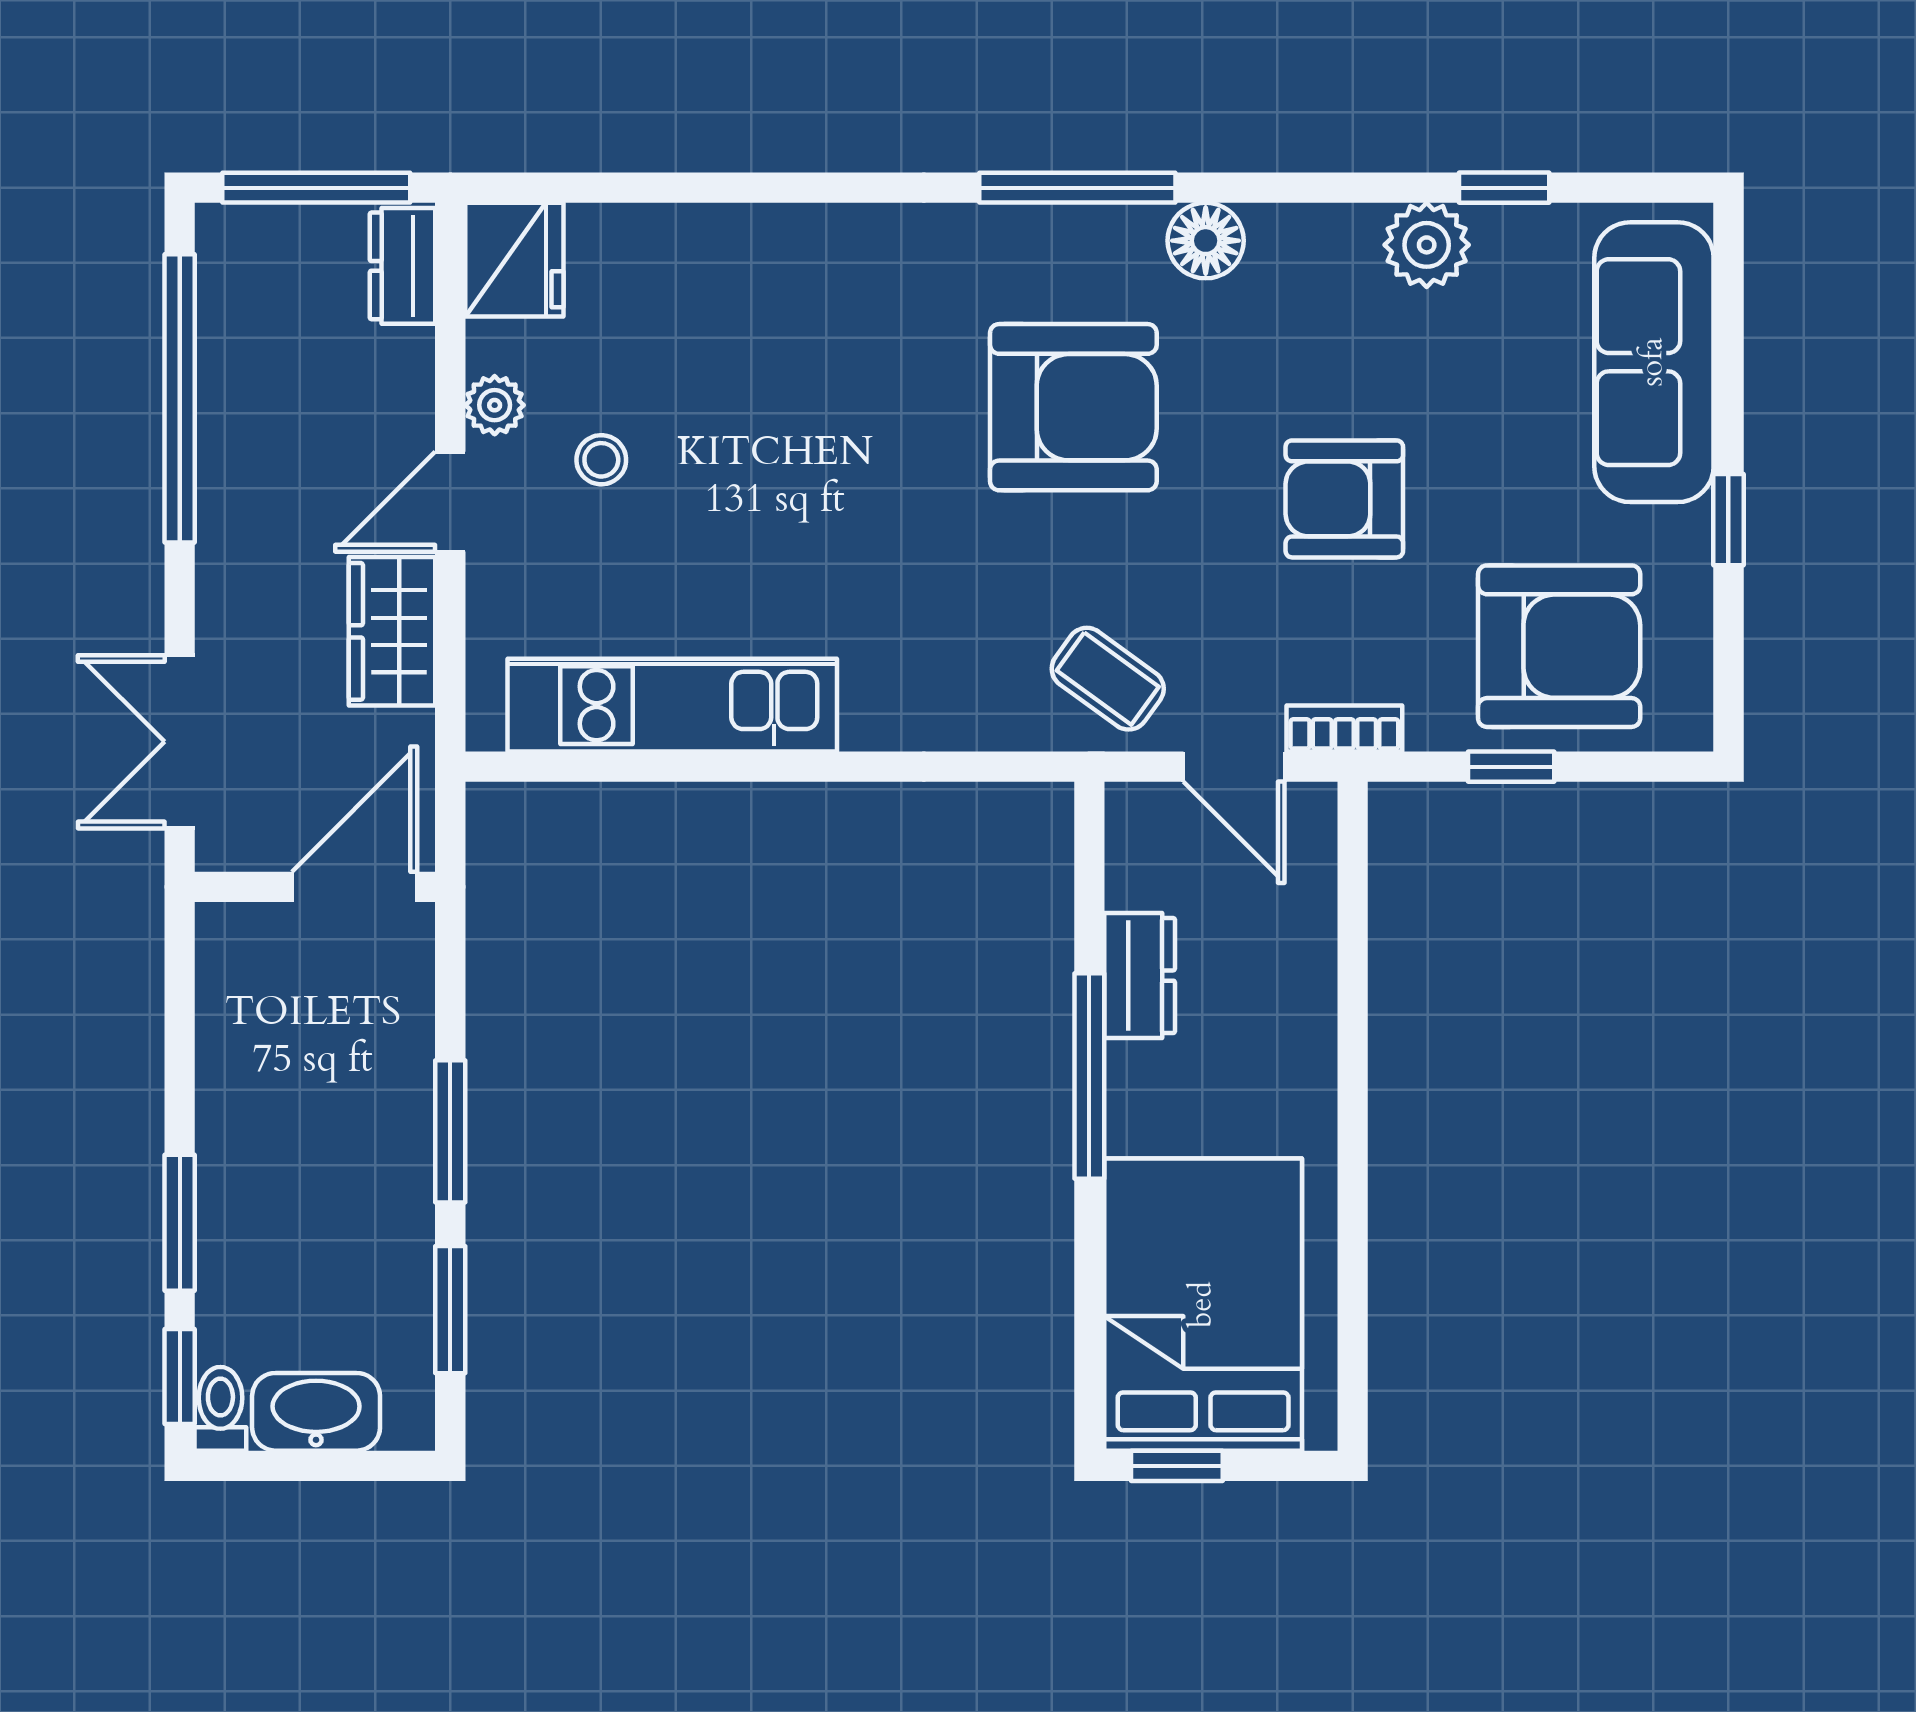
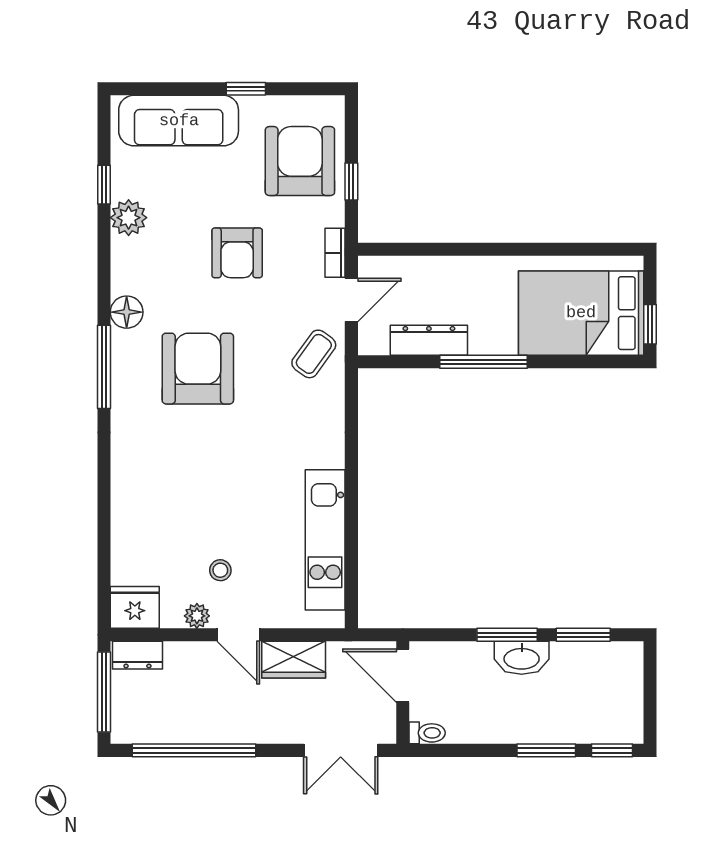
dresser: (1140, 976) -> (429, 340), width x1.44
toilet: (220, 1409) -> (427, 733), moved, turned 180
washbasin: (316, 1412) -> (522, 658), moved, turned -90

